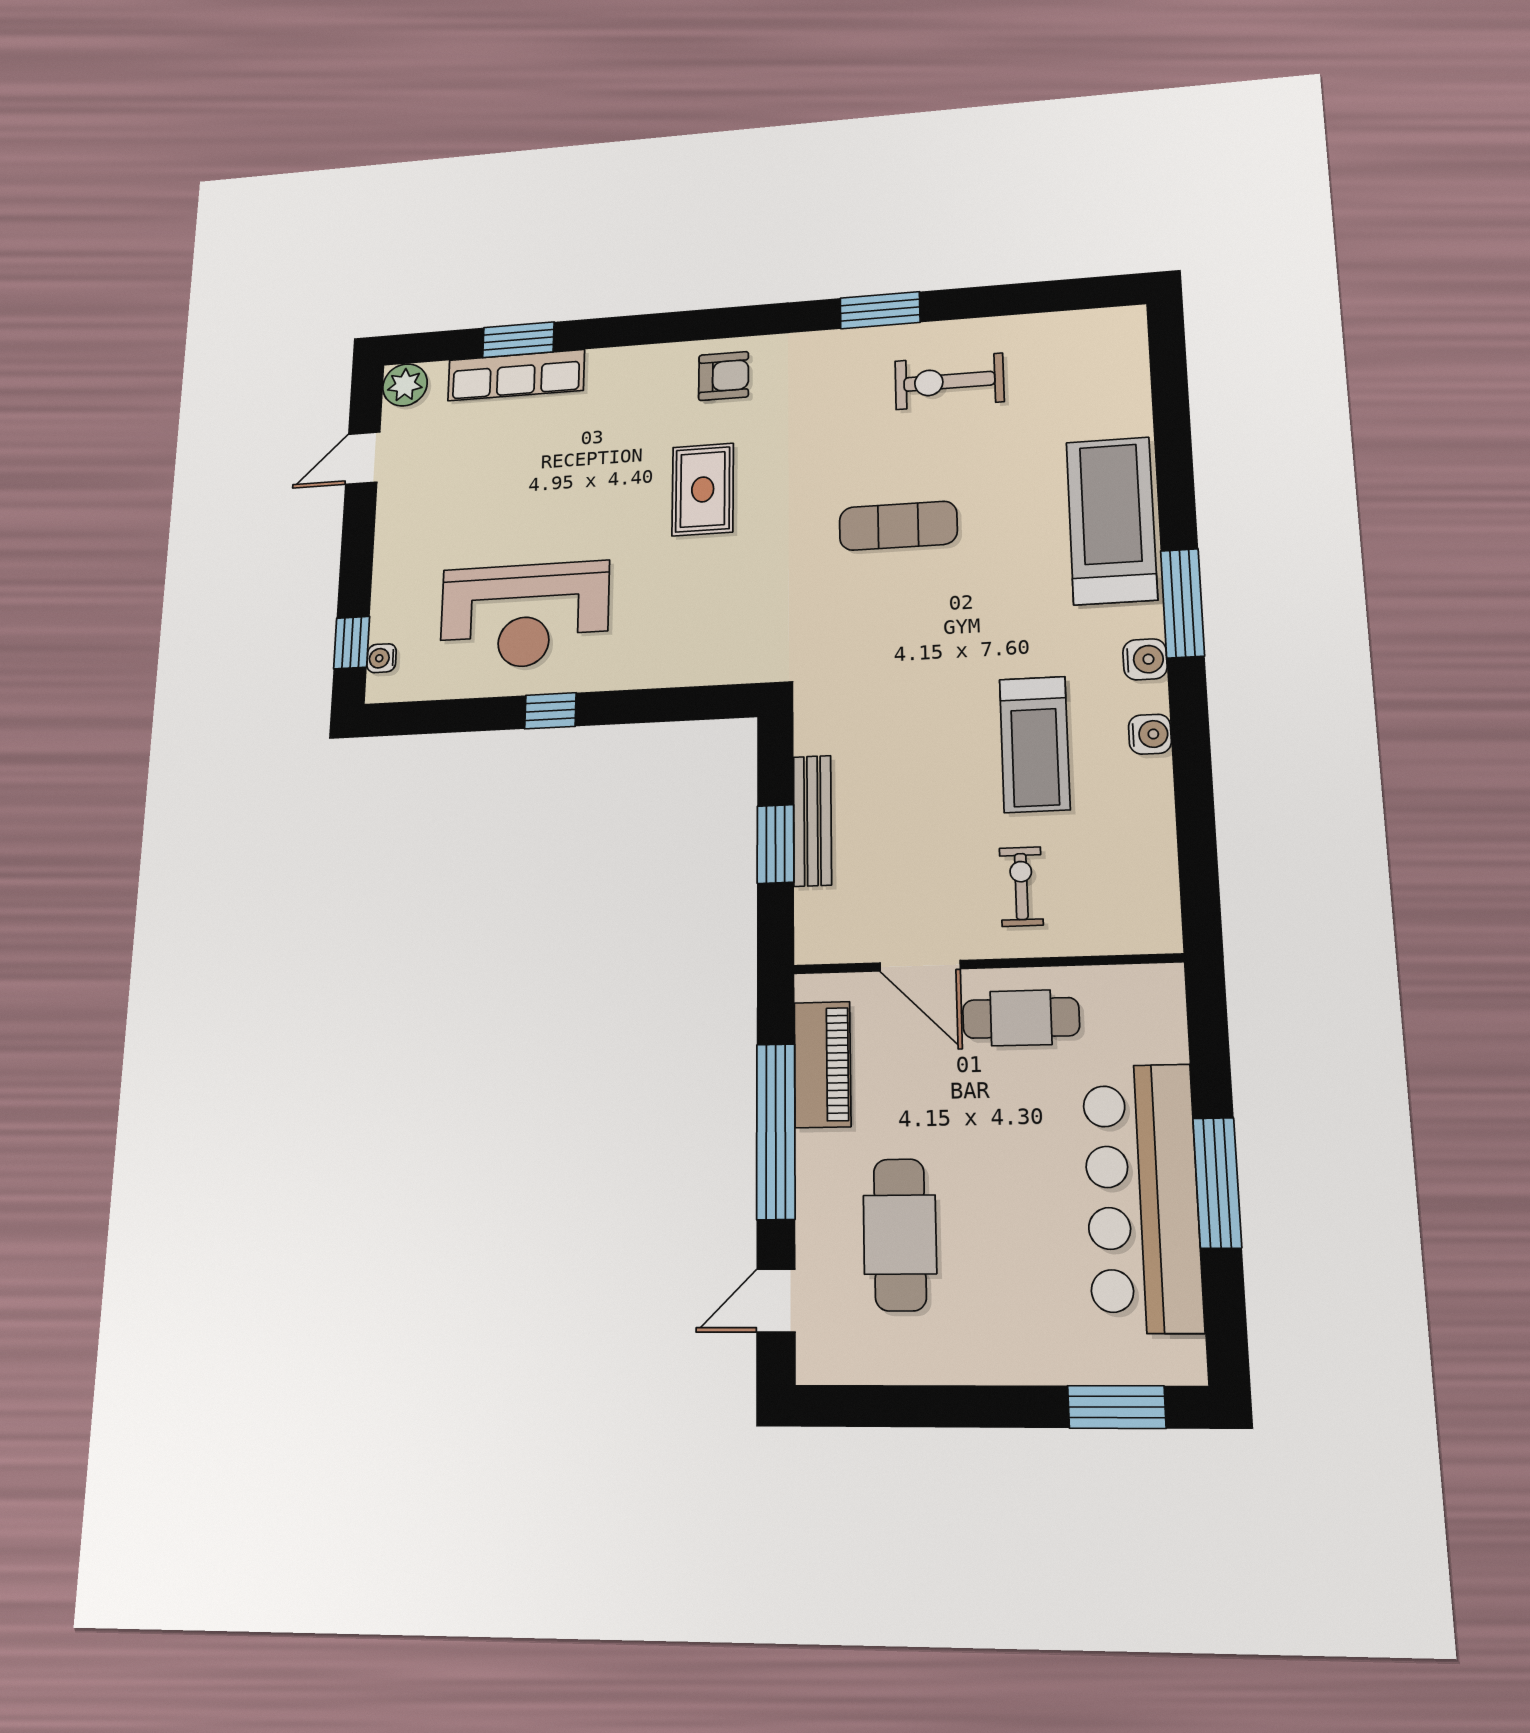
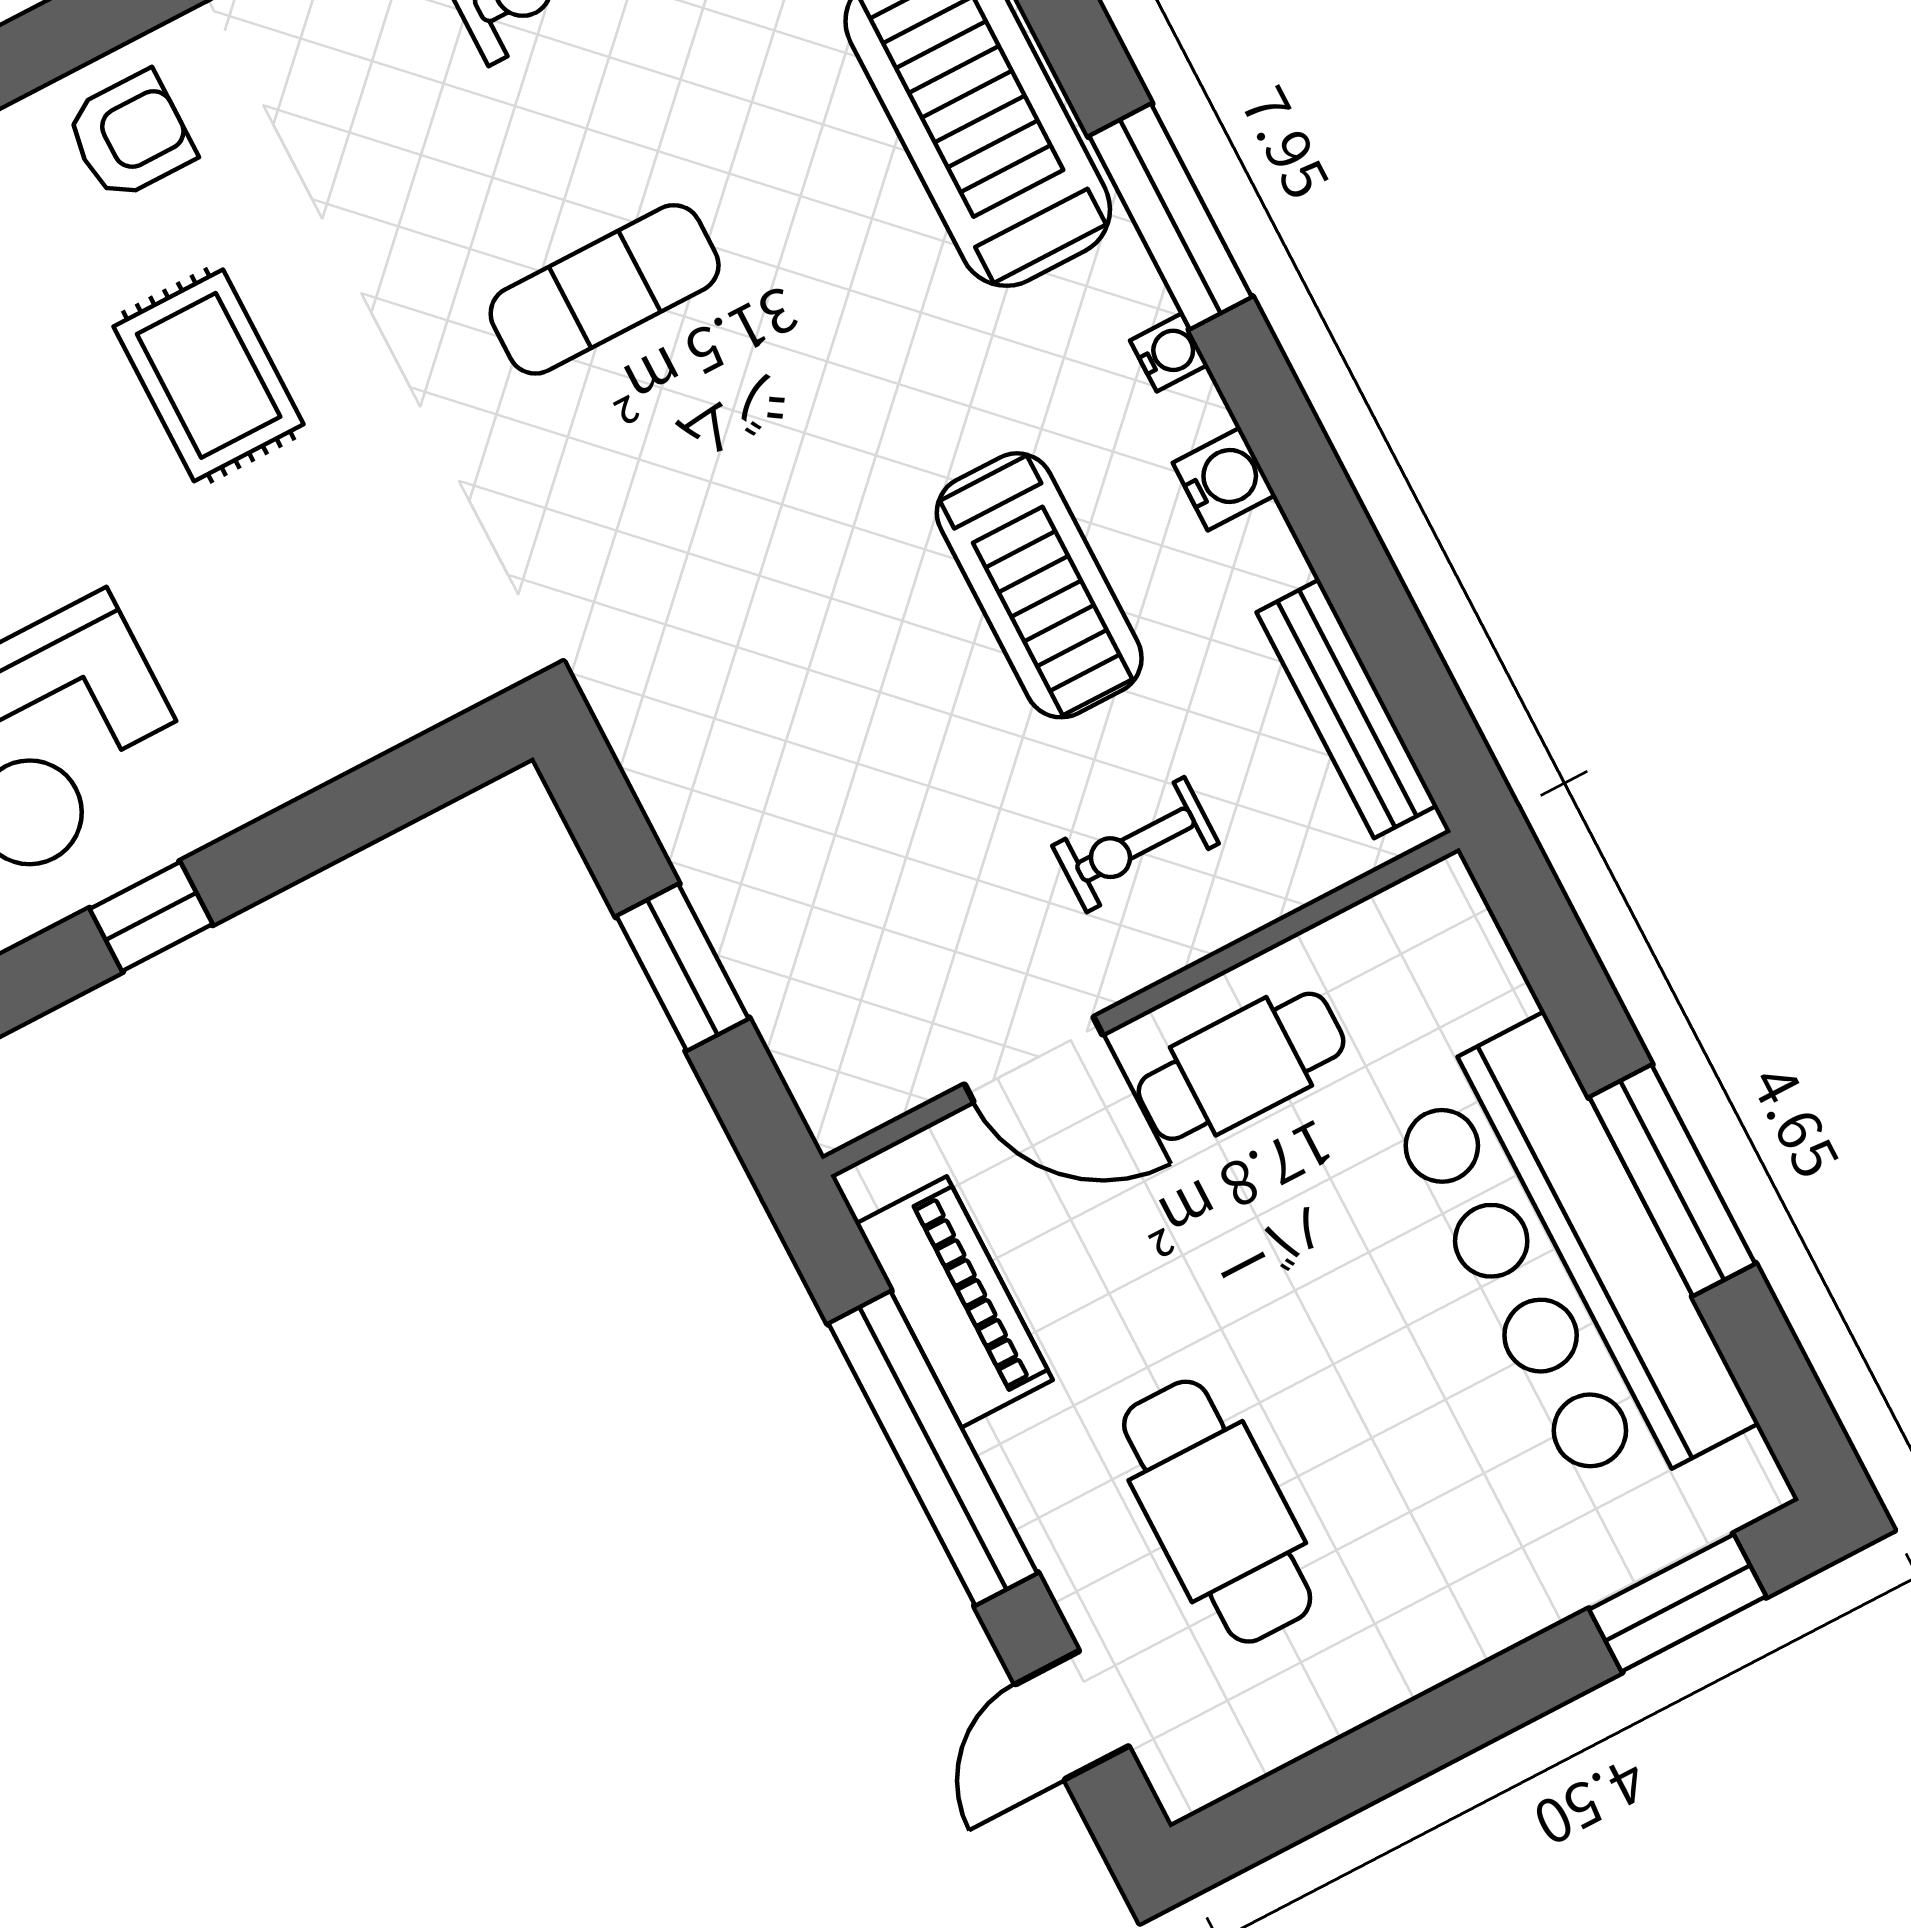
water cooler: (1145, 659) -> (1169, 353), width x0.72, depth x0.72
bench: (812, 821) -> (1347, 709), moved
exercise bike: (1021, 886) -> (1136, 845), turned -90

